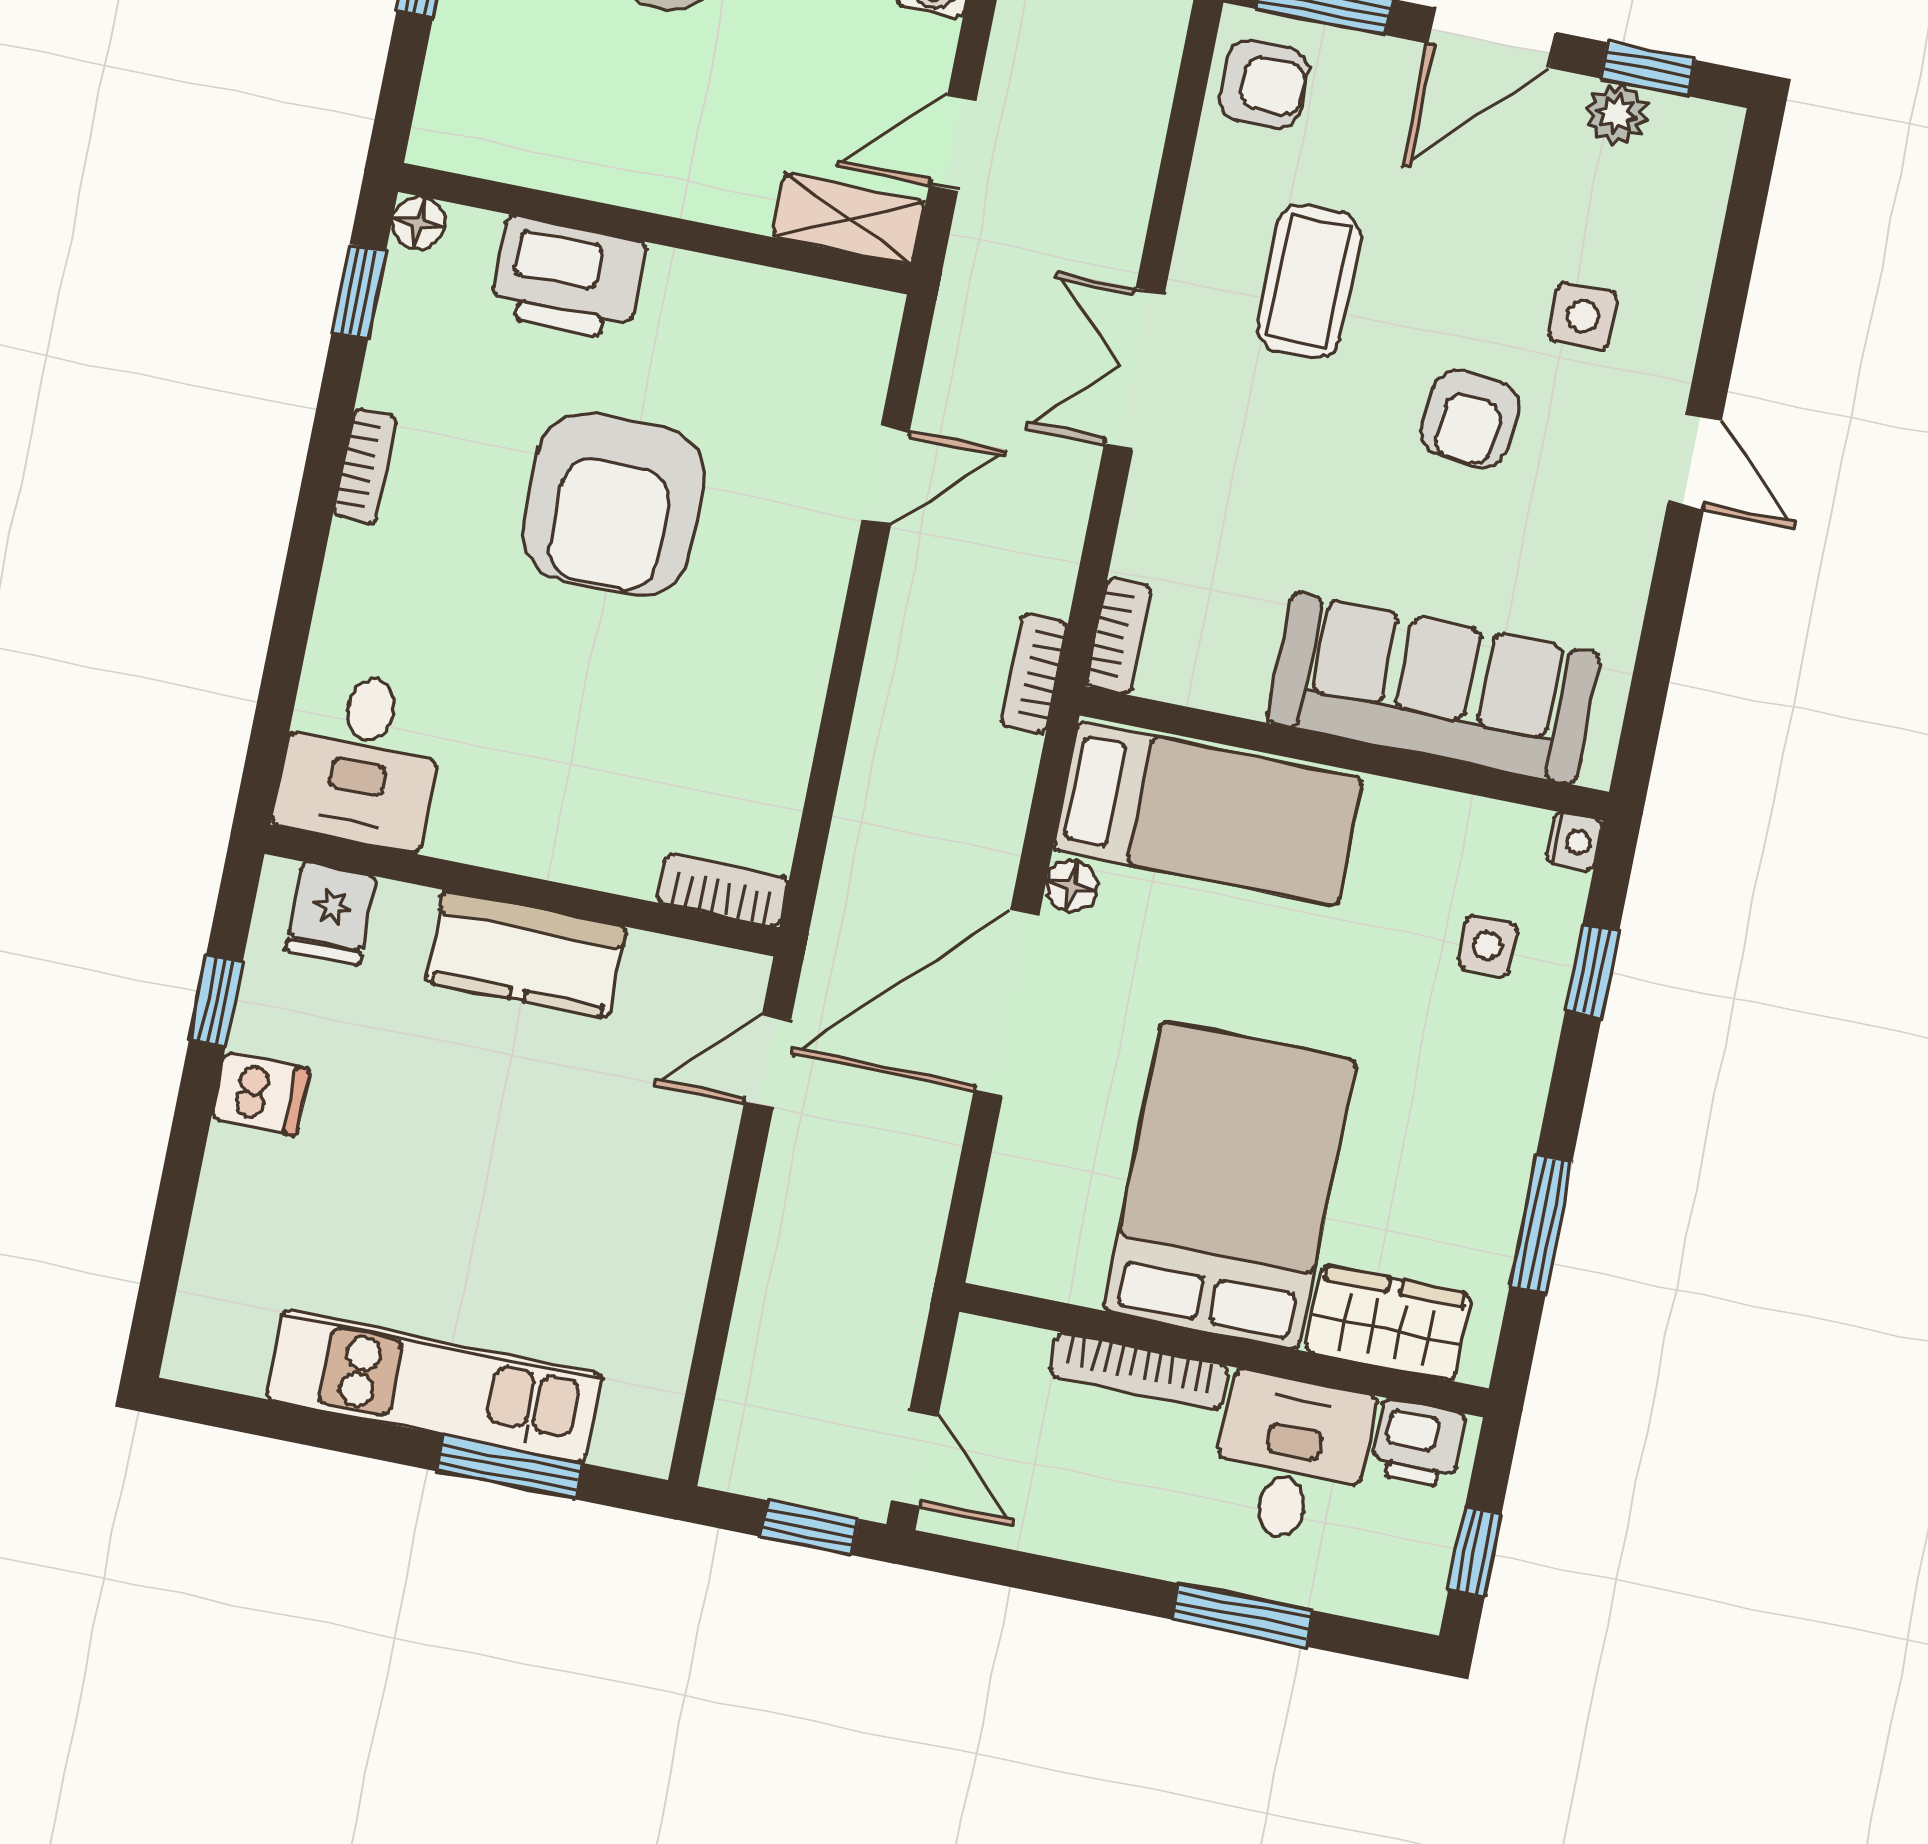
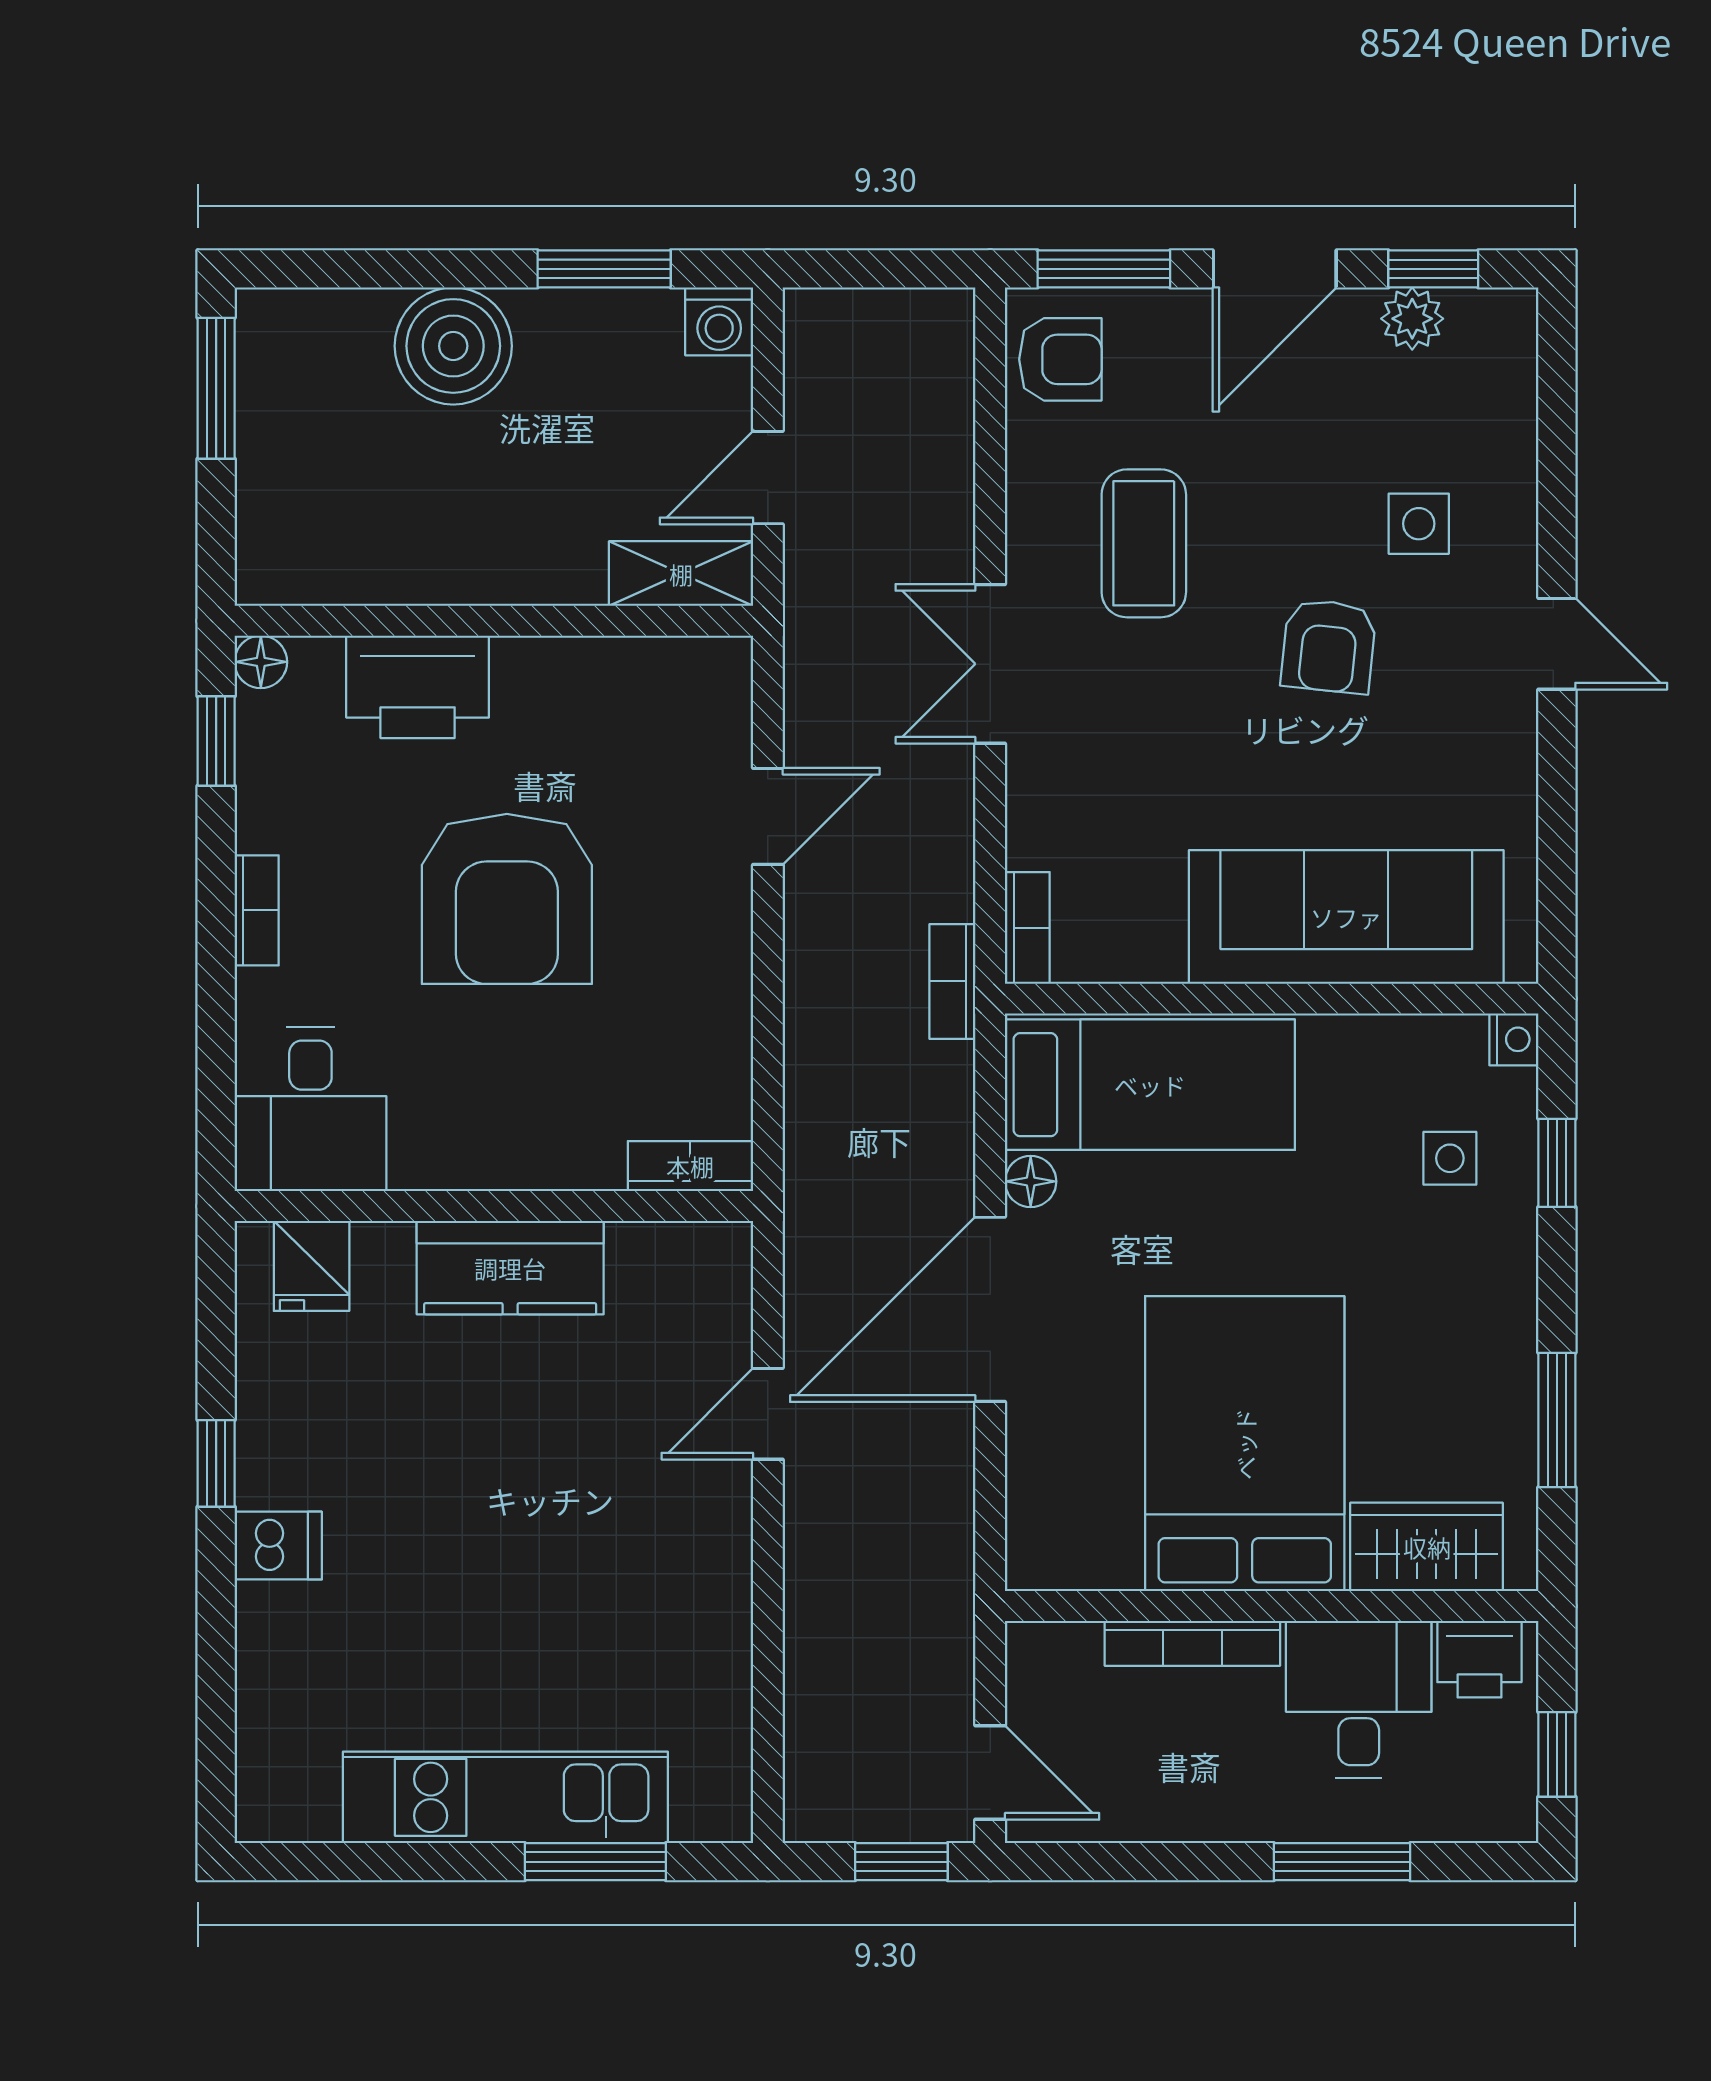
desk: (361, 759) -> (310, 1109), moved
bookcase: (723, 890) -> (690, 1166), moved
wall: (522, 891) -> (494, 1206), moved
fridge: (331, 913) -> (312, 1266), moved
kitchen counter: (526, 954) -> (510, 1268), moved

